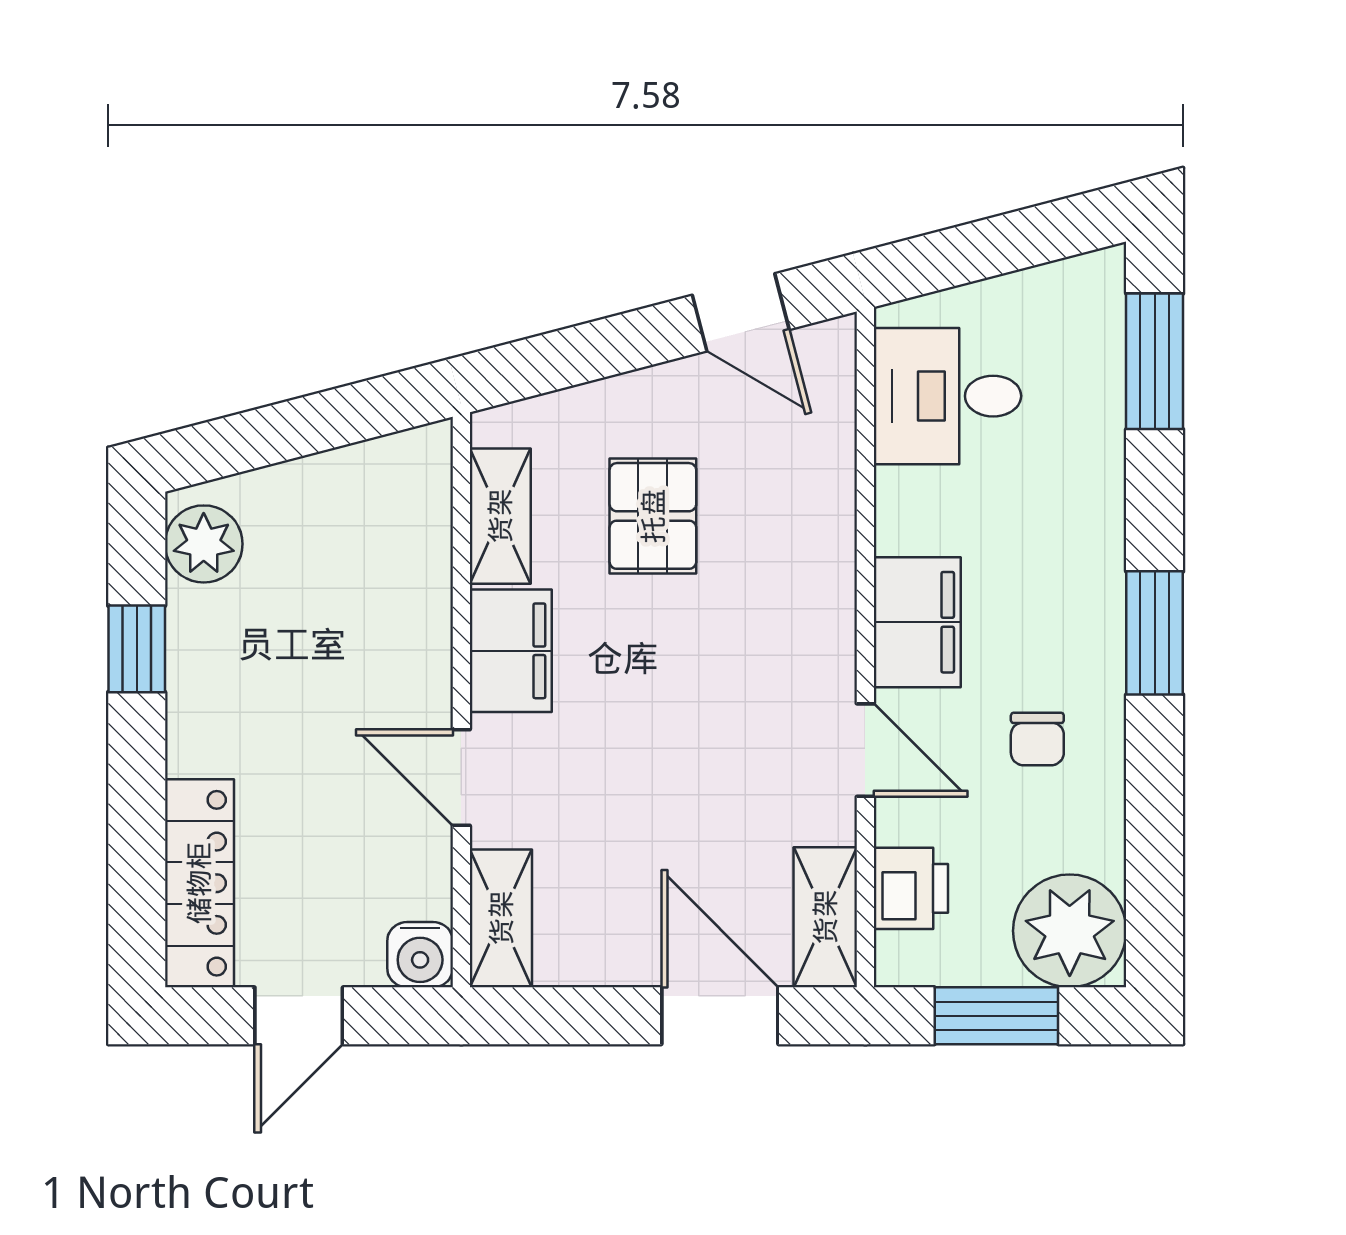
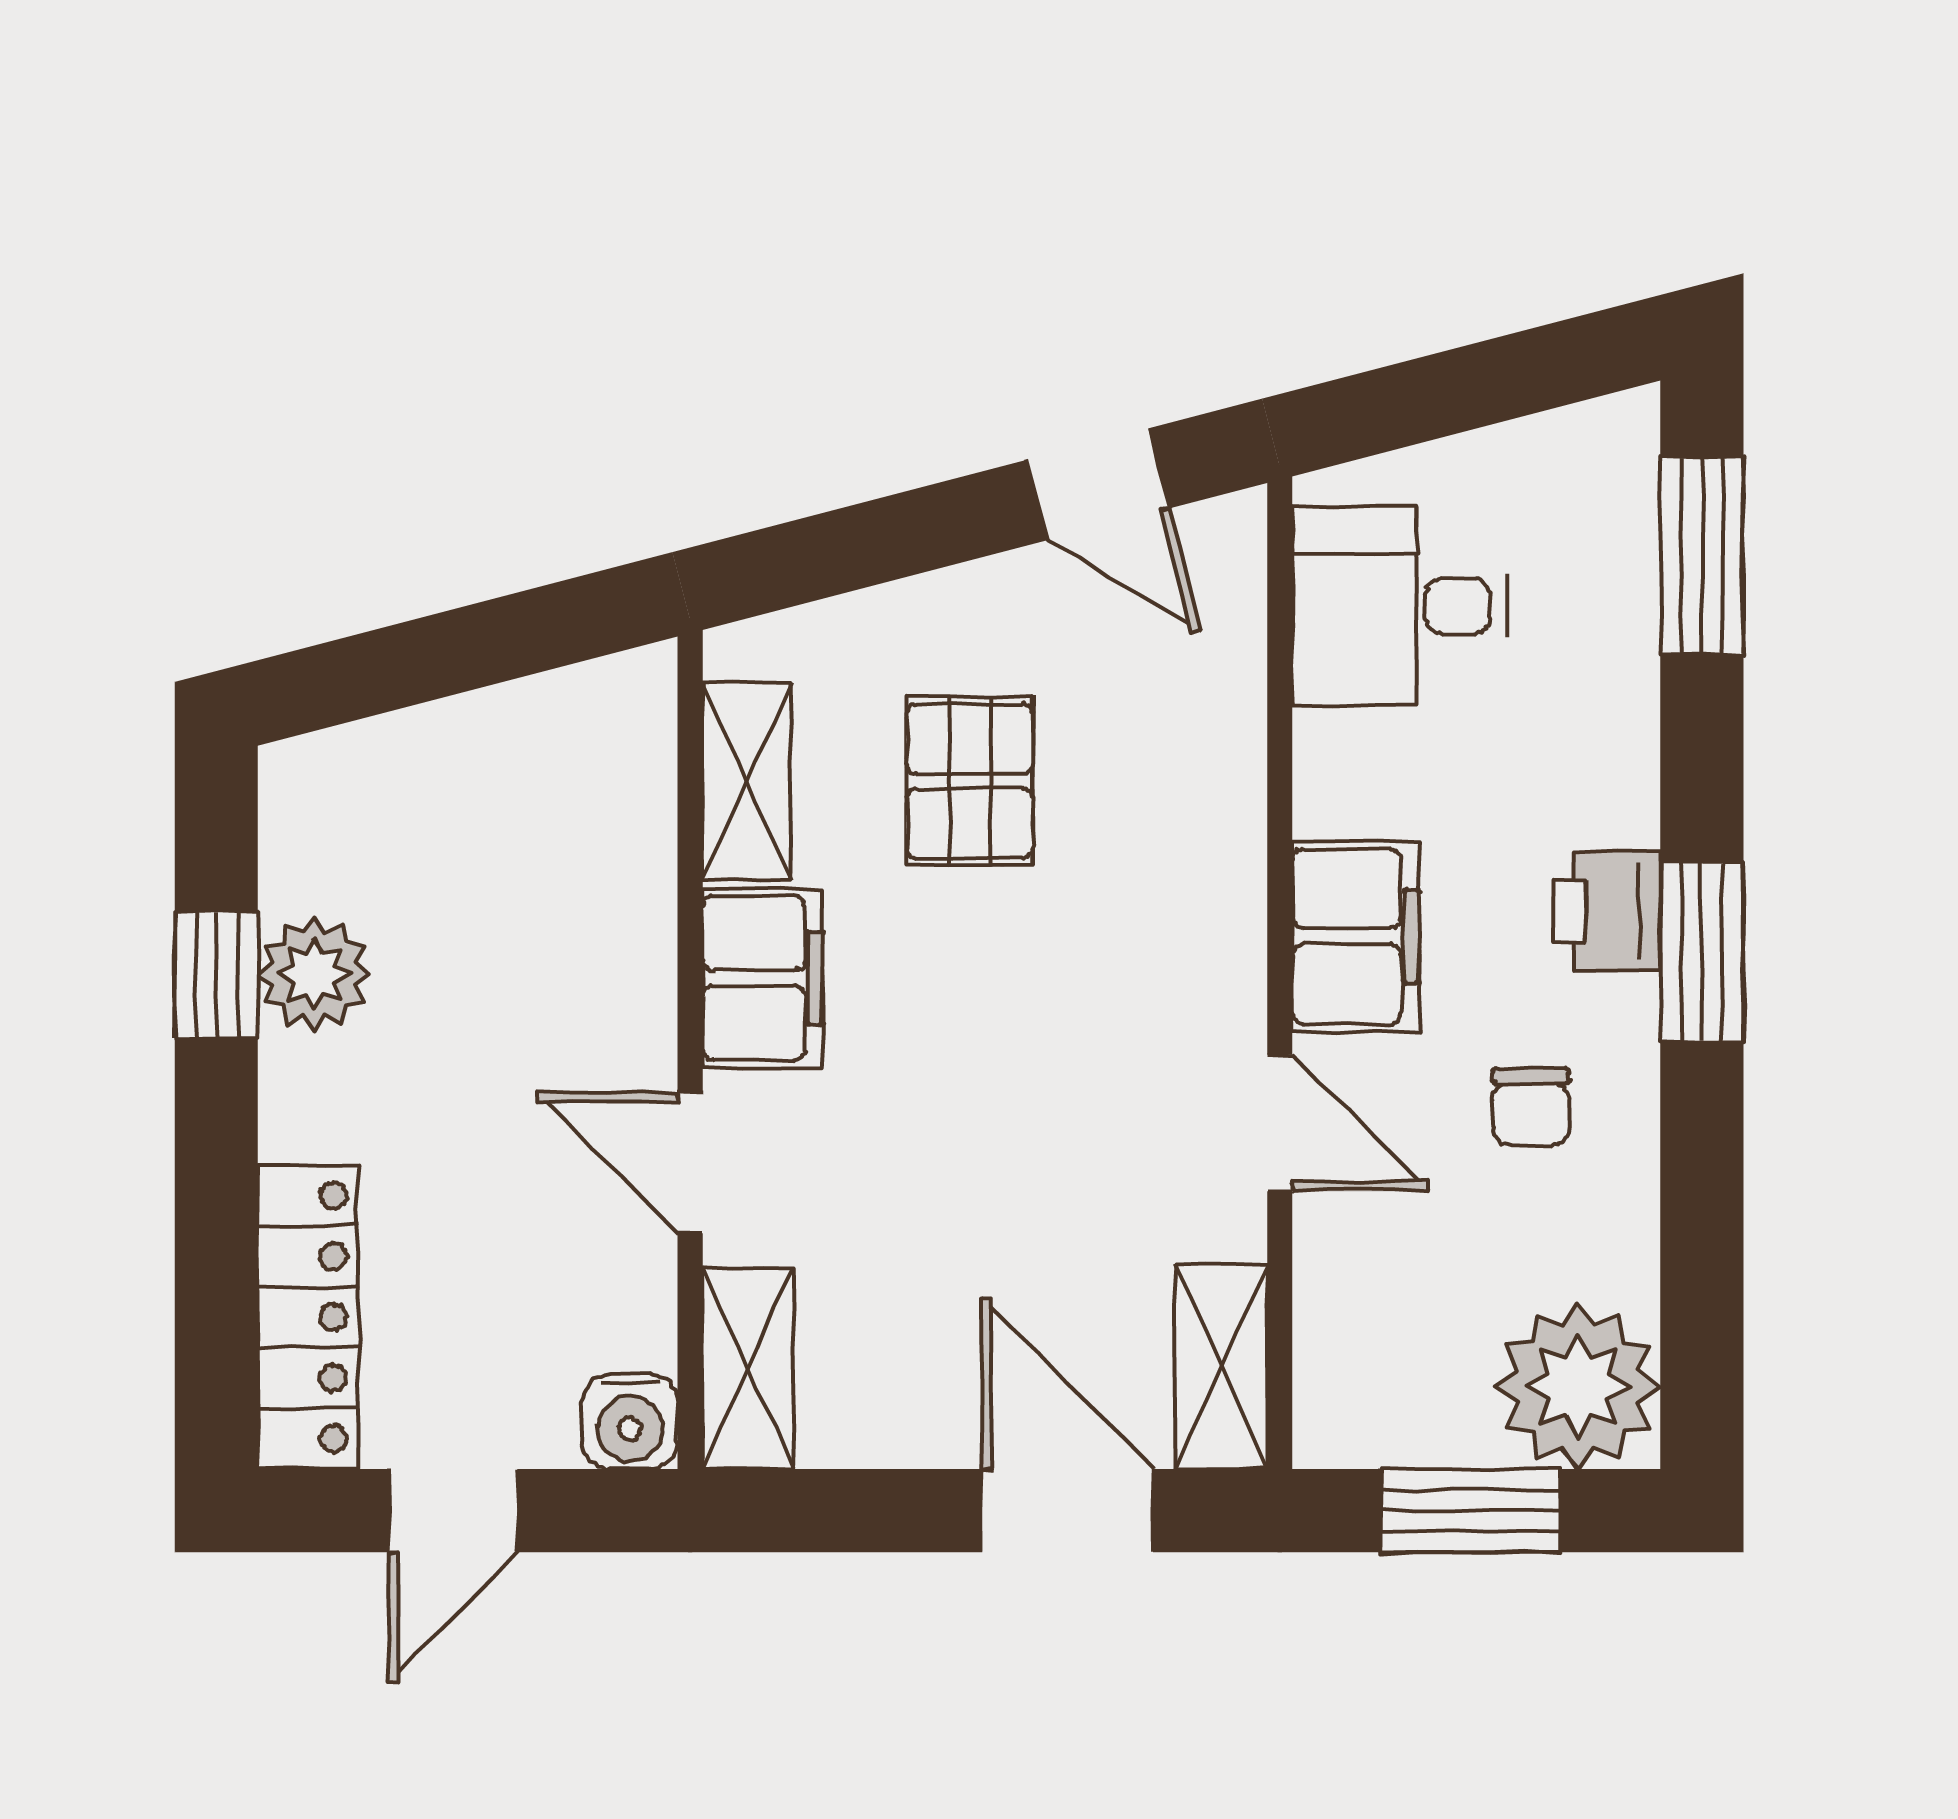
plant: (204, 544) -> (314, 974), moved
printer: (911, 888) -> (1606, 911), moved, turned 180

